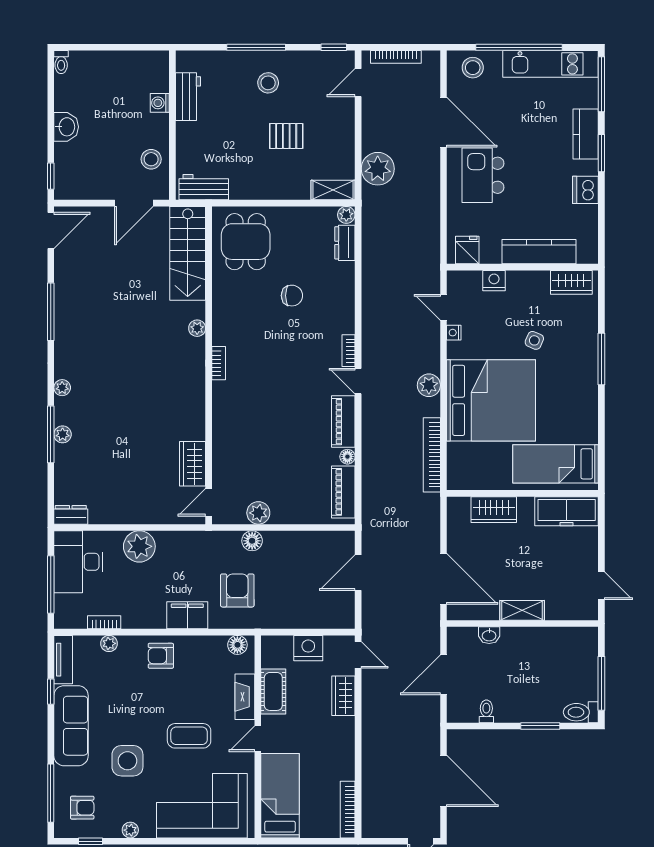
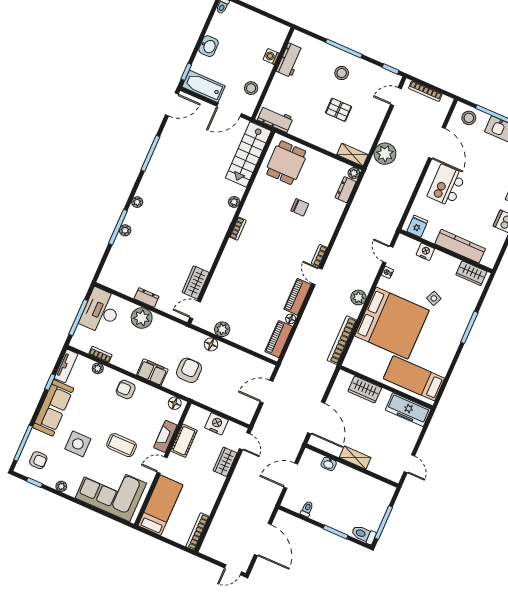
bathtub: (84, 186) -> (204, 86), added
dresser: (71, 515) -> (147, 297), moved

